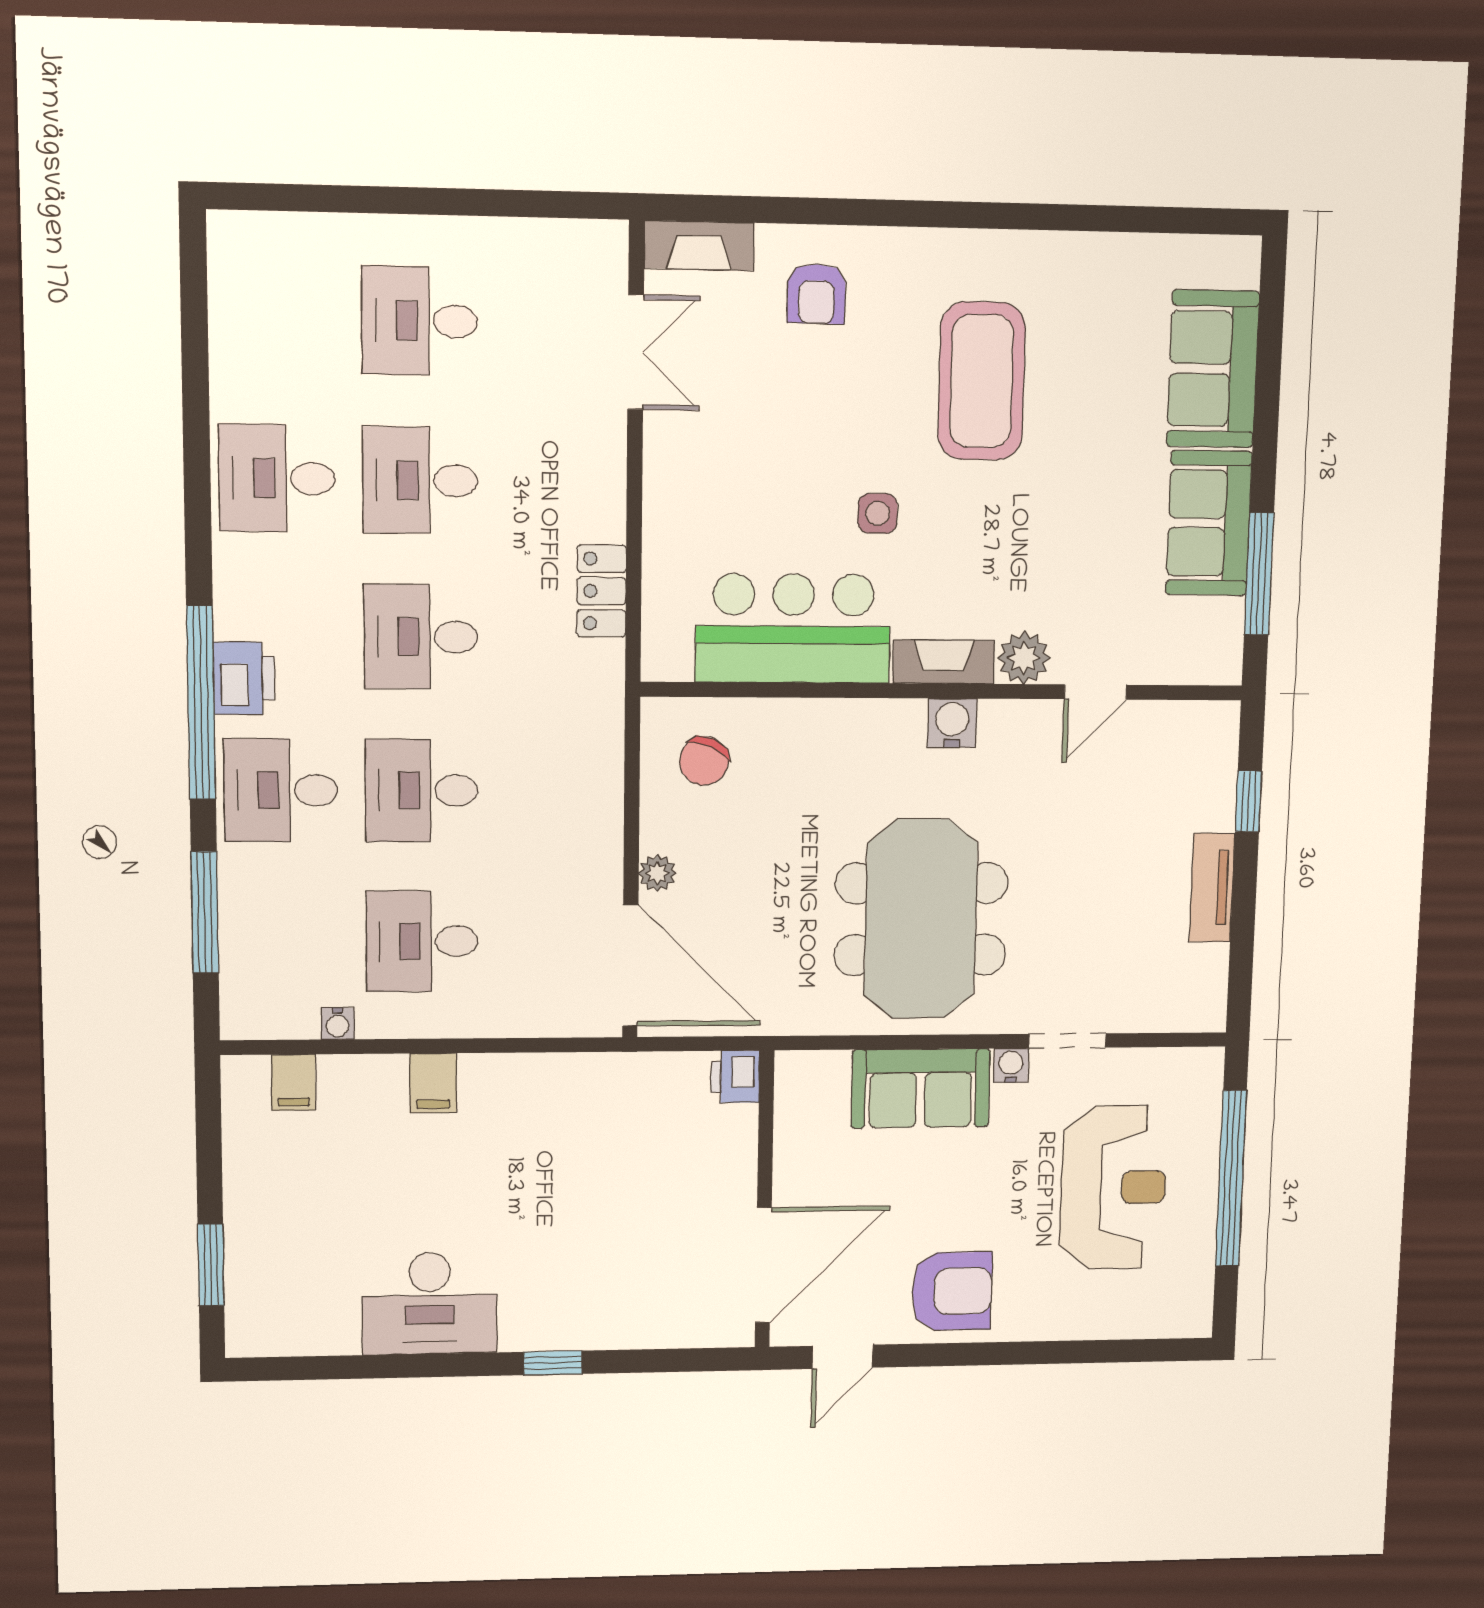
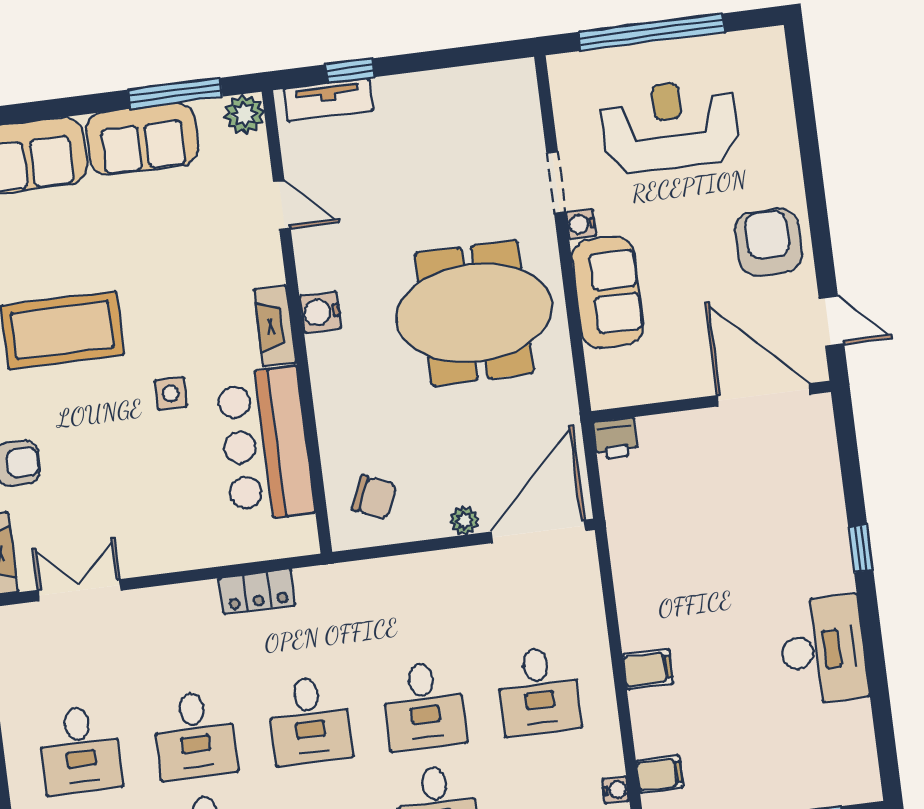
plant: (1024, 658) -> (244, 114), moved
tv unit: (1212, 888) -> (328, 100), moved
water cooler: (338, 1024) -> (616, 790), moved

